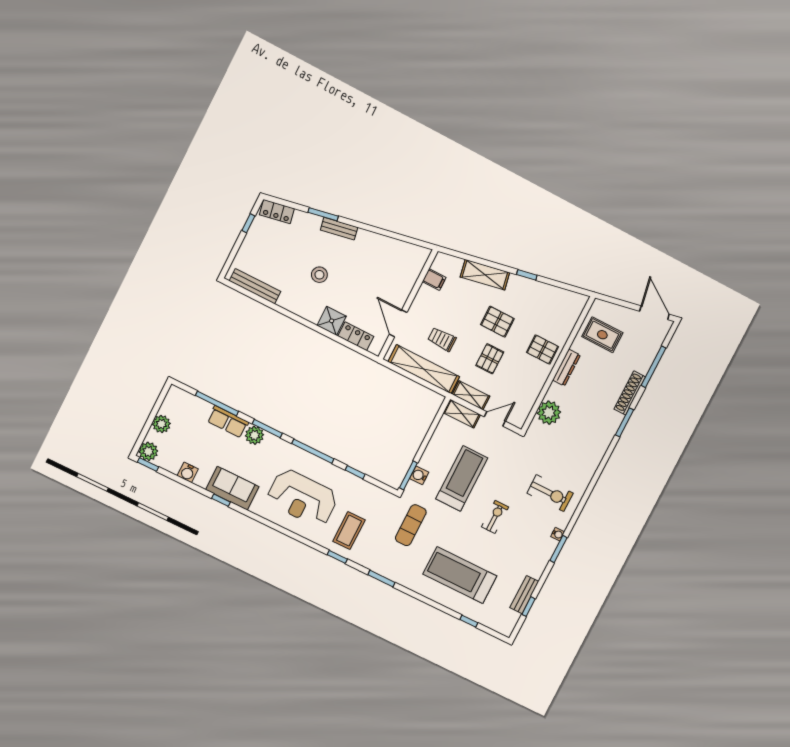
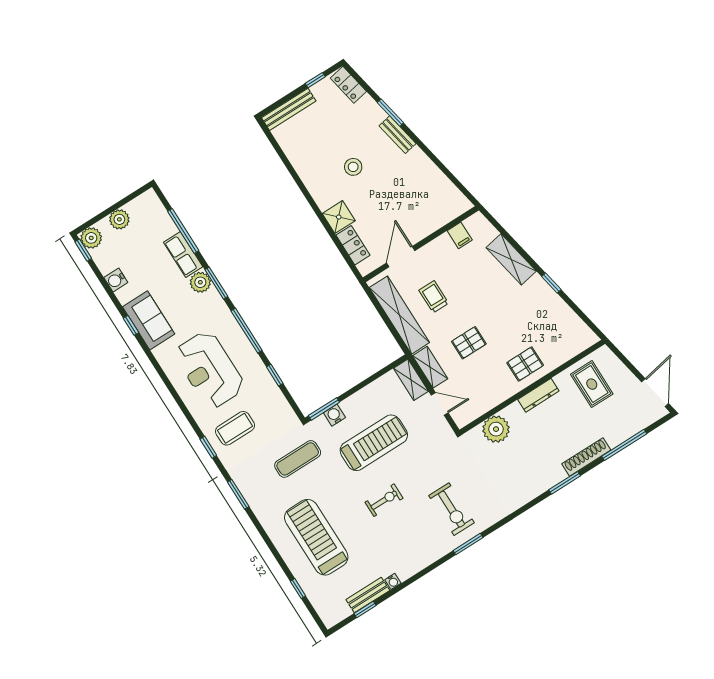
bench: (255, 286) -> (289, 109), moved, turned 90
pallet: (497, 322) -> (497, 311), removed
pallet: (543, 350) -> (525, 364), turned 90
water cooler: (558, 534) -> (393, 581), moved
window: (558, 549) -> (468, 544), moved

